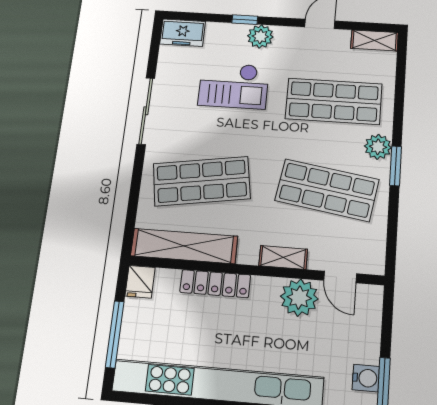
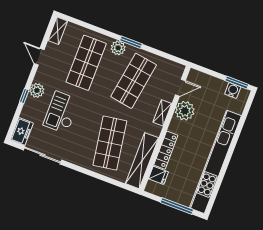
checkout: (234, 86) -> (61, 112), turned 180
sliding door: (146, 111) -> (43, 155), moved
fridge: (140, 282) -> (158, 175), moved

